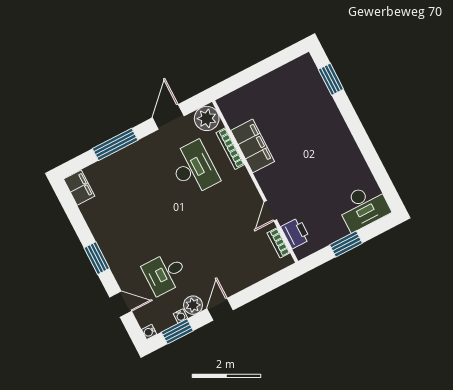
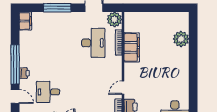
window: (331, 79) -> (193, 33), removed
plant: (318, 97) -> (181, 39), added
window: (97, 258) -> (15, 64), width x2.11
printer: (117, 264) -> (24, 73), added

